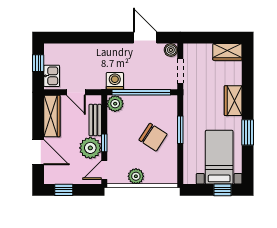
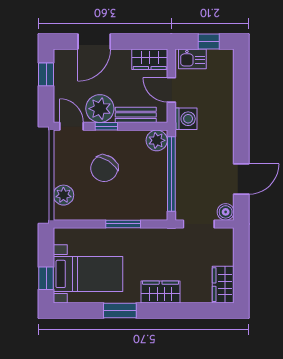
washing machine: (115, 81) -> (186, 119), moved
door: (76, 92) -> (171, 90), hinge flipped
wardrobe: (52, 116) -> (150, 59), width x0.67
chair: (153, 137) -> (104, 168), moved
plant: (136, 176) -> (63, 195), moved

